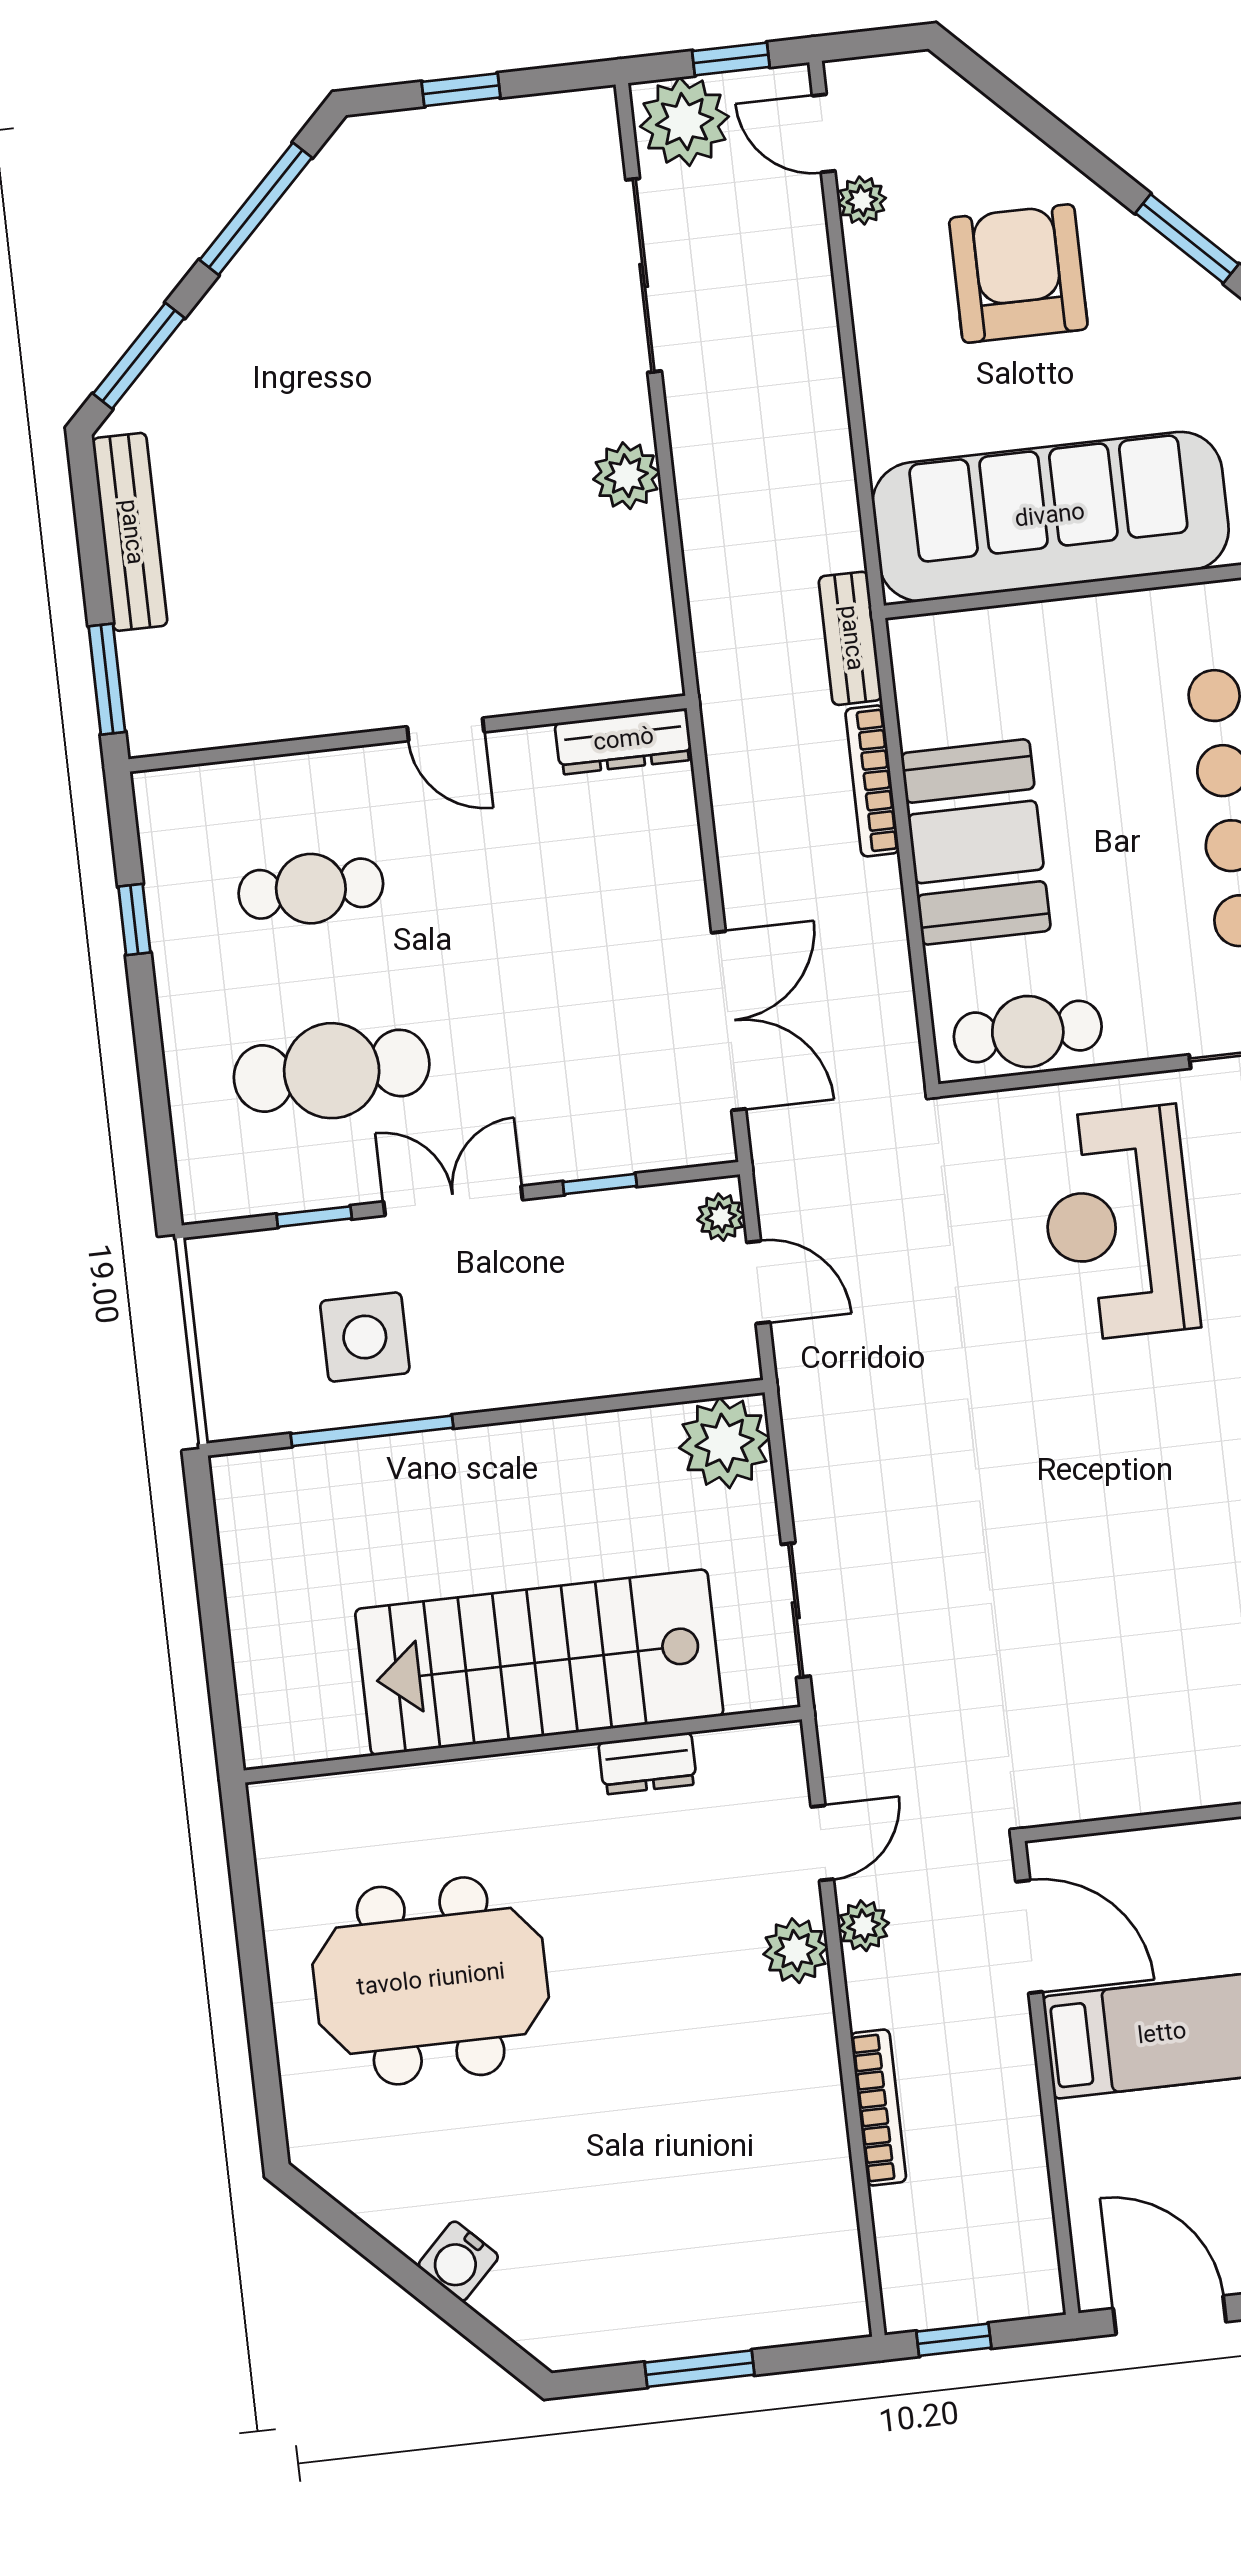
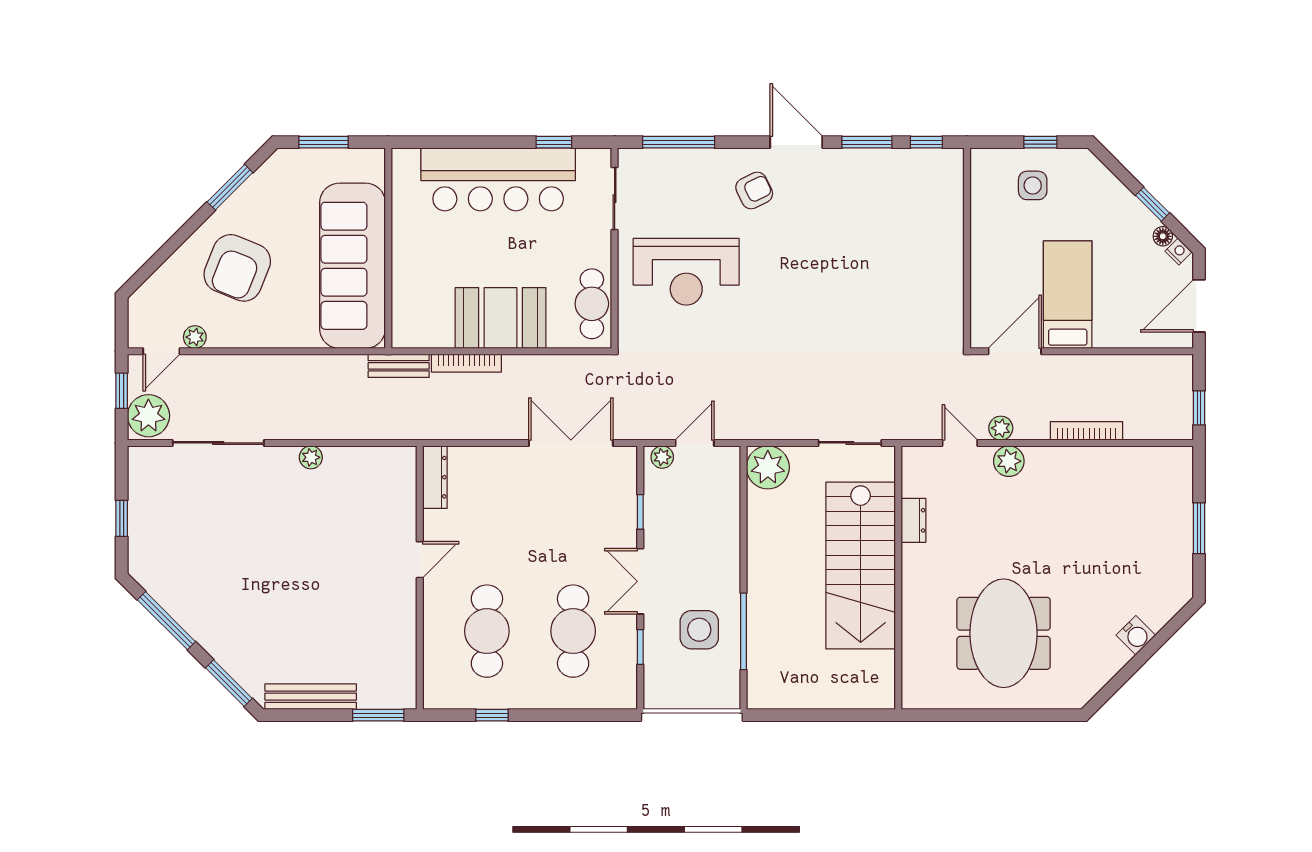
armchair: (1018, 274) -> (237, 268), turned -68
plant: (627, 476) -> (311, 457), width x0.73, depth x0.73
cafe table: (311, 889) -> (487, 631), width x1.37, depth x1.35

